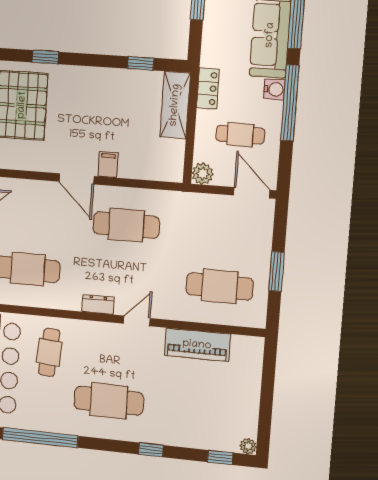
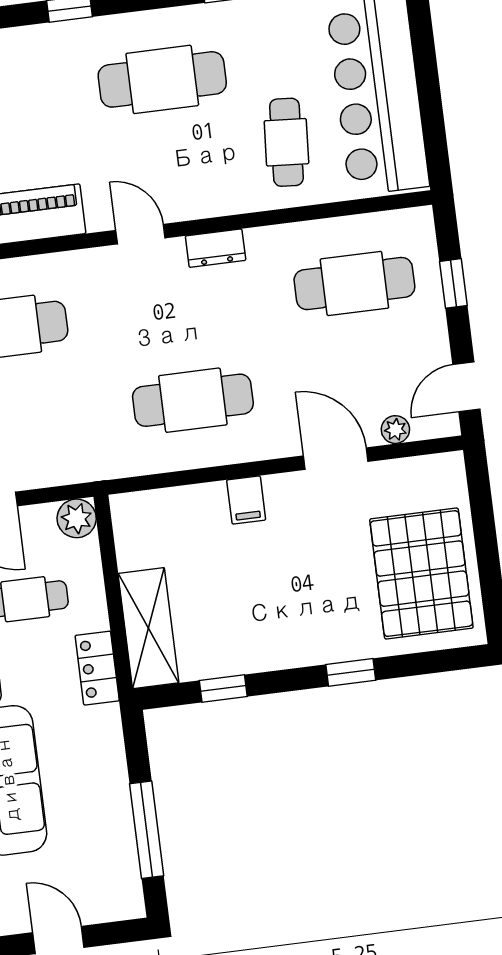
window: (45, 57) -> (351, 672), moved
door: (77, 179) -> (336, 459), moved
plant: (21, 186) -> (395, 430), added
door: (137, 321) -> (140, 234), swing flipped

